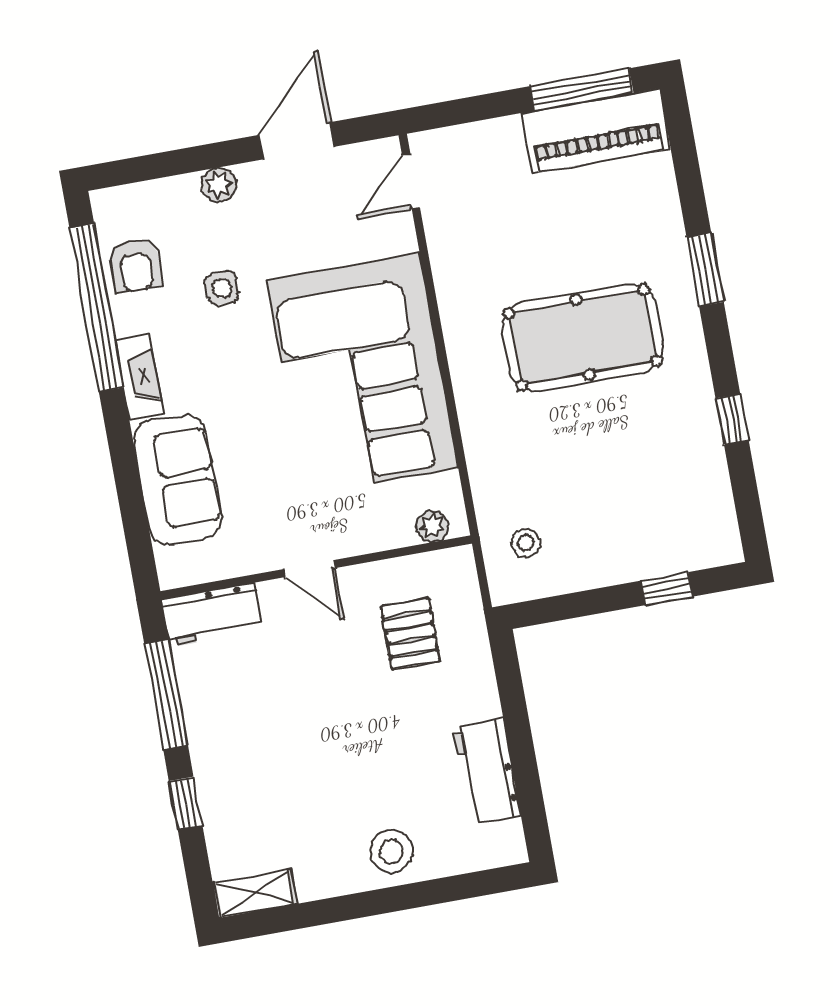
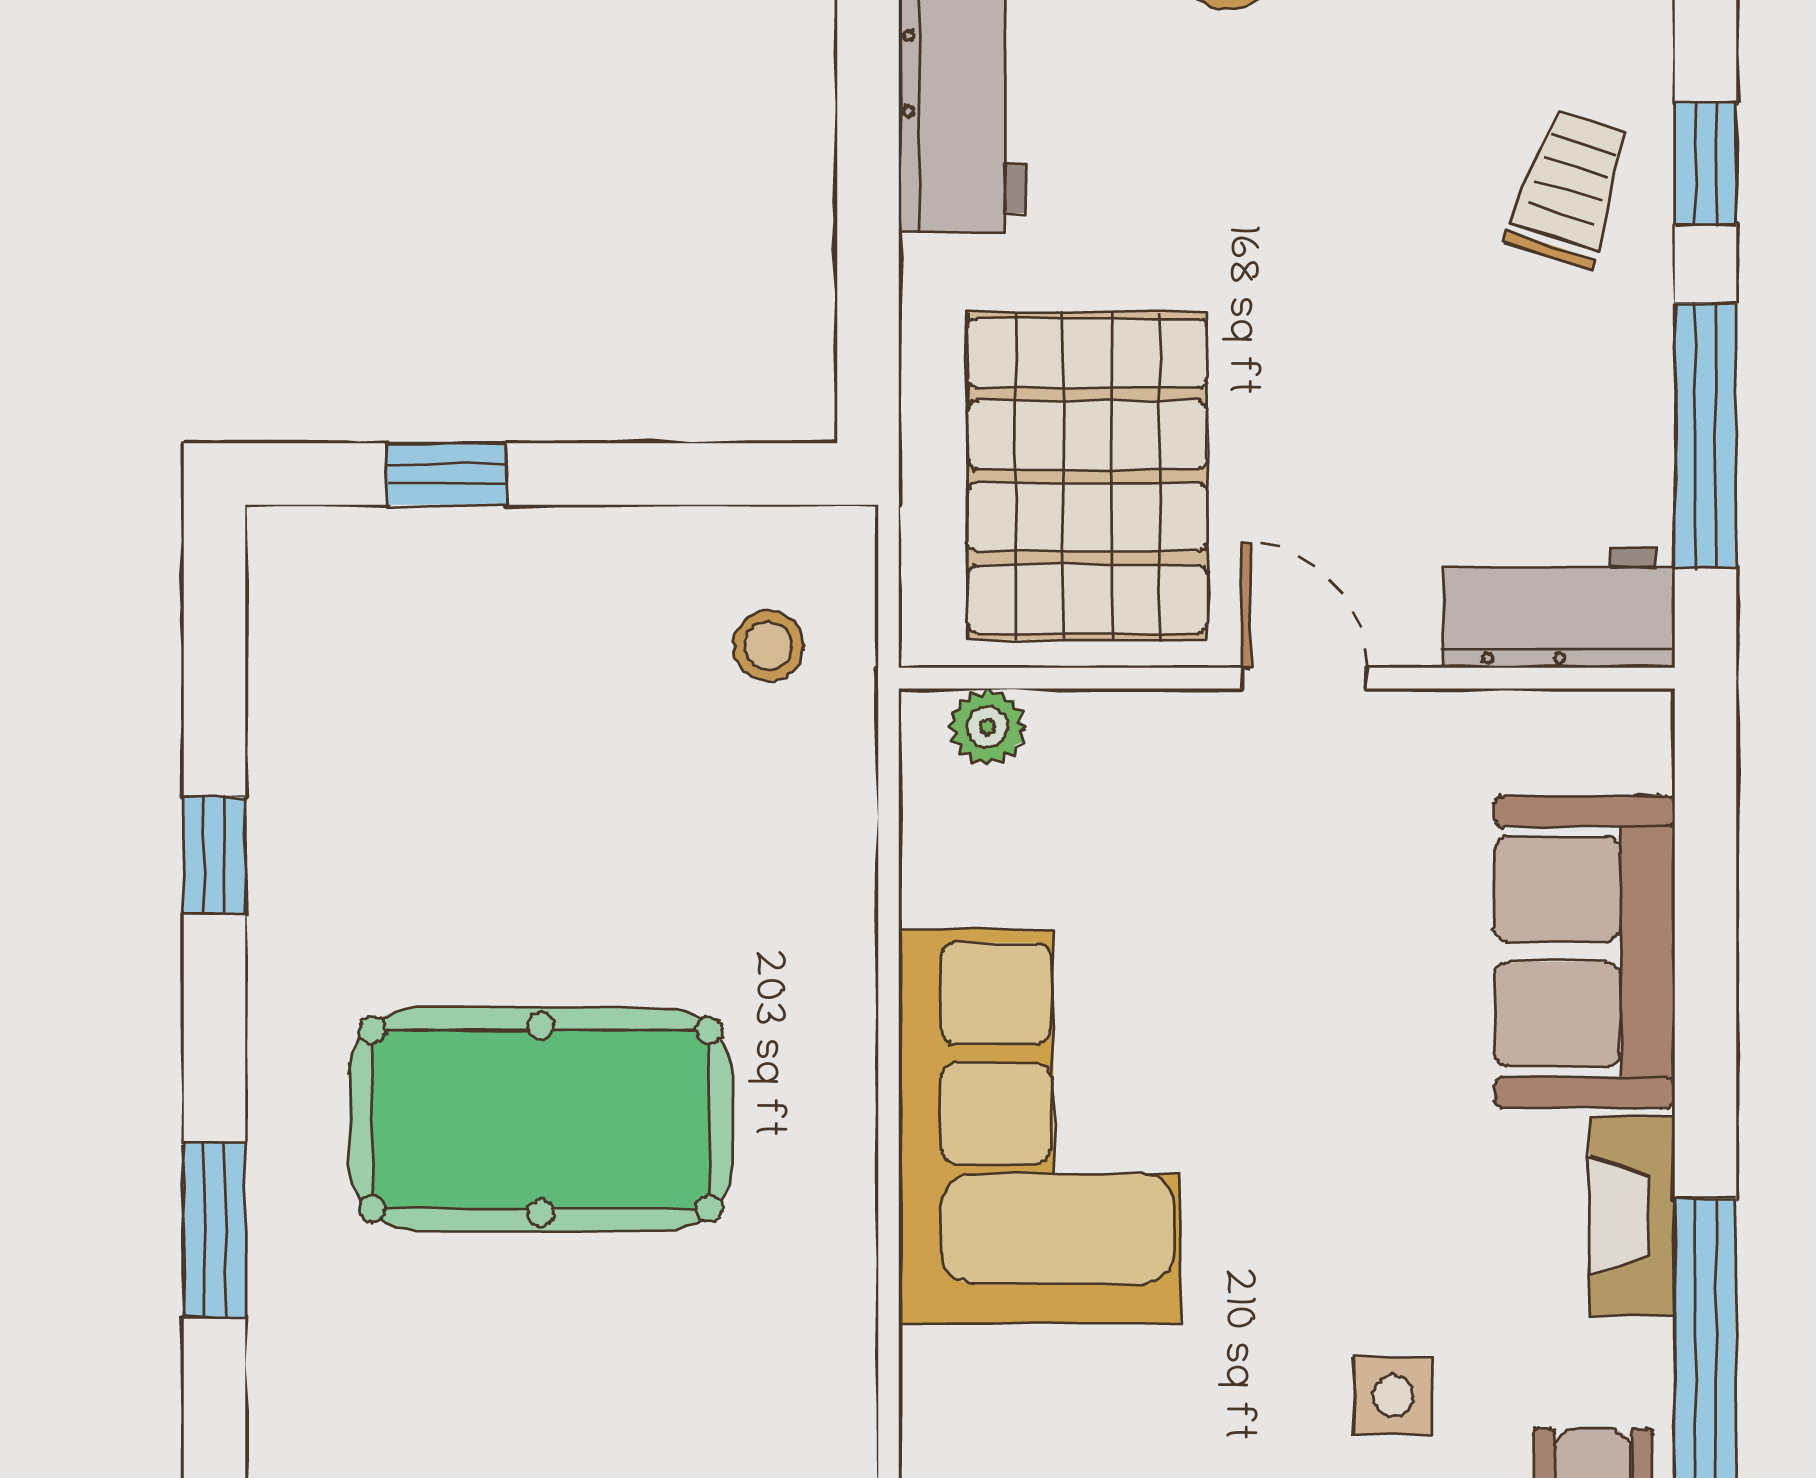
corner sofa: (363, 374) -> (1039, 1126), width x0.73, depth x0.74
pallet: (410, 634) -> (1087, 476), width x2.05, depth x2.00
trolley: (238, 783) -> (1569, 189), added

